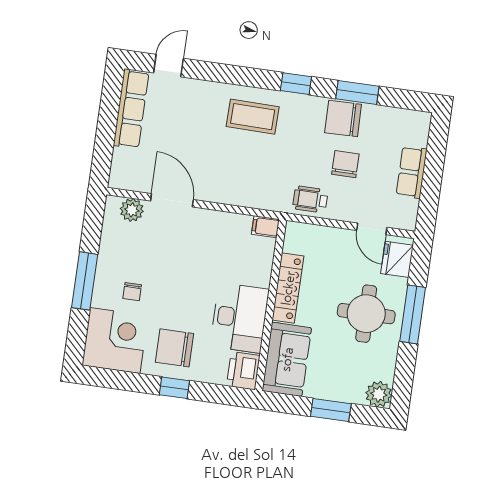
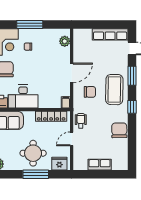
window: (357, 92) -> (132, 76), moved
coffee table: (253, 117) -> (114, 90), width x1.36, depth x1.32
chair: (345, 164) -> (90, 92), moved
door: (172, 200) -> (72, 73), moved
door: (372, 229) -> (72, 139), moved
locker: (288, 288) -> (51, 116), moved

